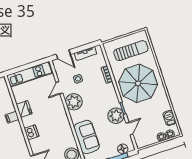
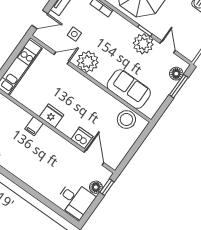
door: (59, 88) -> (62, 58), swing flipped
fridge: (24, 109) -> (52, 116), moved
dishwasher: (31, 132) -> (82, 138), moved

